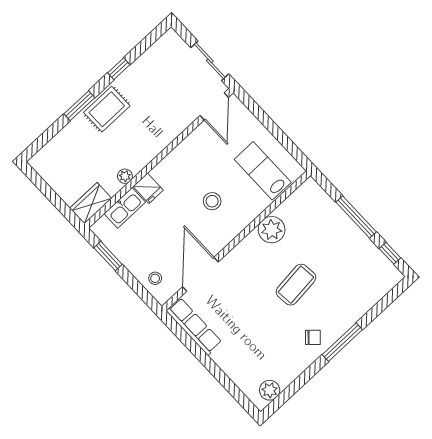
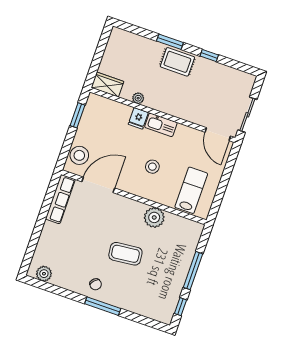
door: (214, 106) -> (218, 134), hinge flipped
kitchen sink: (125, 208) -> (161, 125), moved
stool: (155, 278) -> (79, 155), width x1.89, depth x1.89

